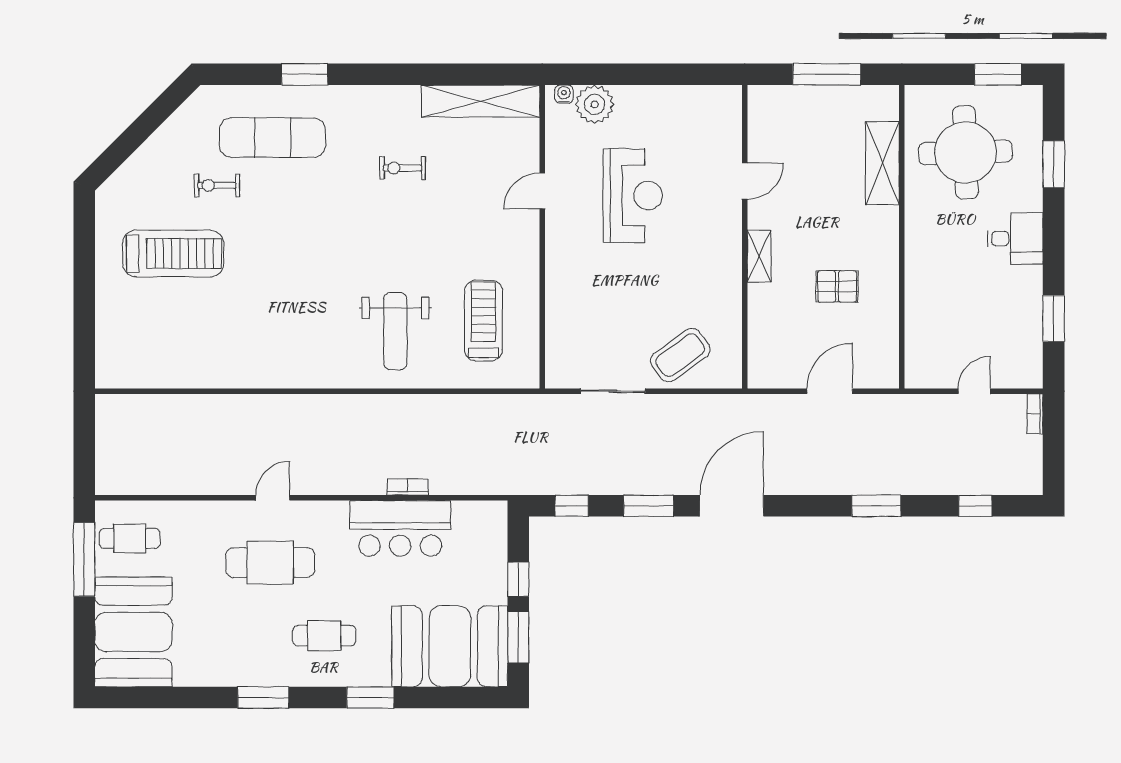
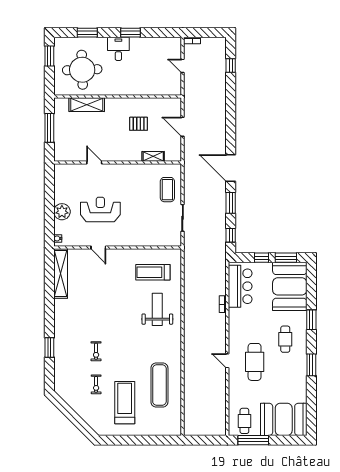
plant: (595, 104) -> (62, 212), moved
exercise mat: (273, 138) -> (159, 385), moved
exercise bike: (403, 168) -> (96, 351), moved
shelving: (759, 256) -> (153, 156), moved
pallet: (837, 286) -> (139, 124), turned 90
window: (1054, 319) -> (131, 33), moved
weight bench: (395, 331) -> (157, 309), turned -90
coffee table: (680, 355) -> (167, 190), turned 36
window: (876, 506) -> (231, 107), removed
bar counter: (400, 528) -> (240, 286), moved

